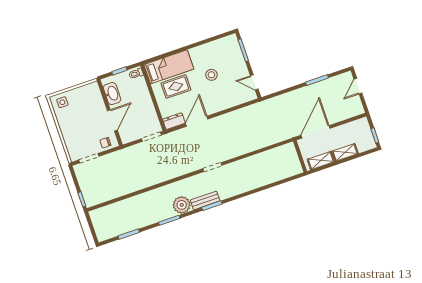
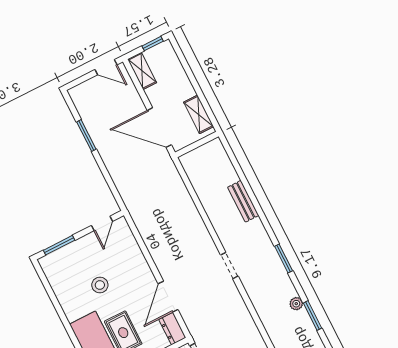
door: (358, 86) -> (106, 67), moved
door: (197, 121) -> (168, 297), hinge flipped
shelving: (345, 152) -> (142, 71), moved
bench: (205, 200) -> (243, 201), moved
plant: (182, 205) -> (296, 304), width x0.53, depth x0.53

